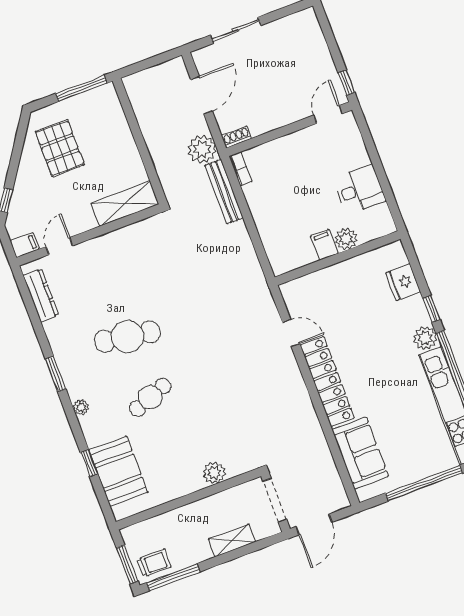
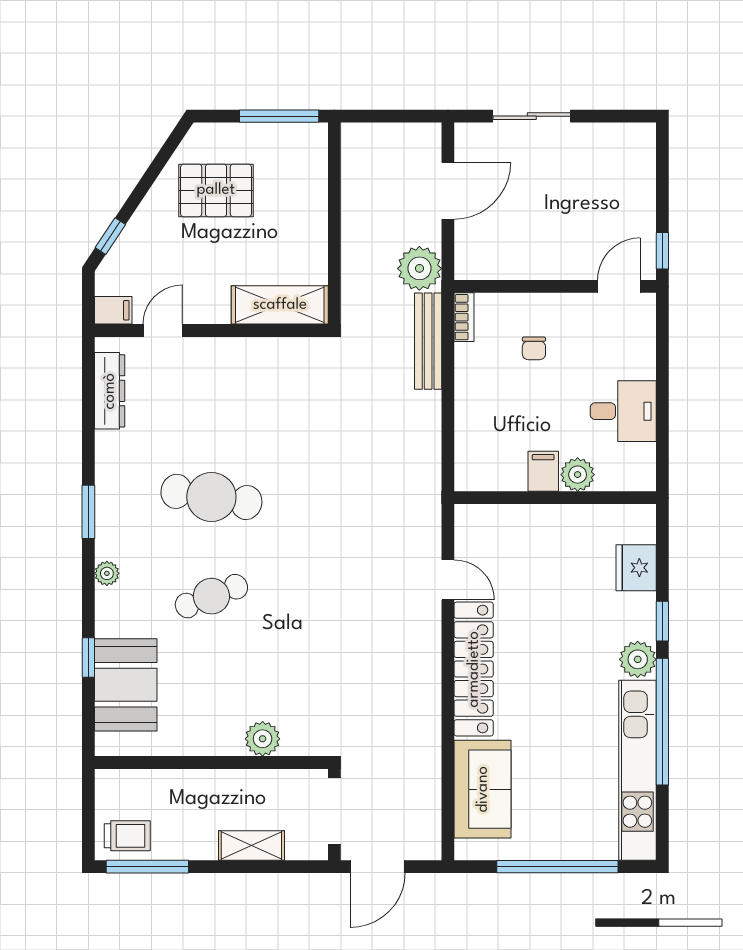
shoe rack: (237, 137) -> (475, 270), removed
pallet: (60, 148) -> (216, 190), turned 90
chair: (290, 172) -> (534, 348), added
window: (127, 565) -> (88, 824), removed

